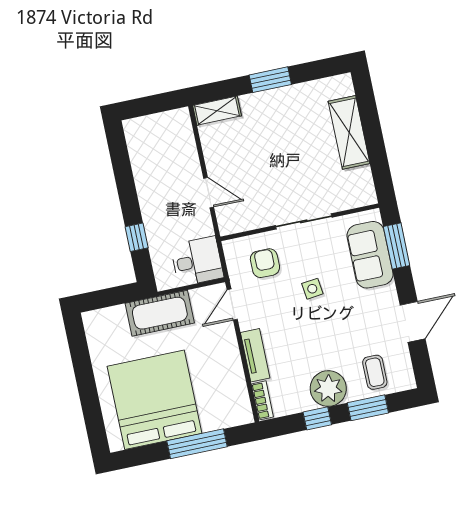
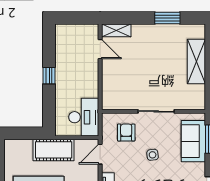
window: (270, 80) -> (167, 18), moved
door: (209, 193) -> (100, 49), moved
window: (137, 237) -> (49, 76), moved
desk: (197, 261) -> (84, 117), width x1.37

